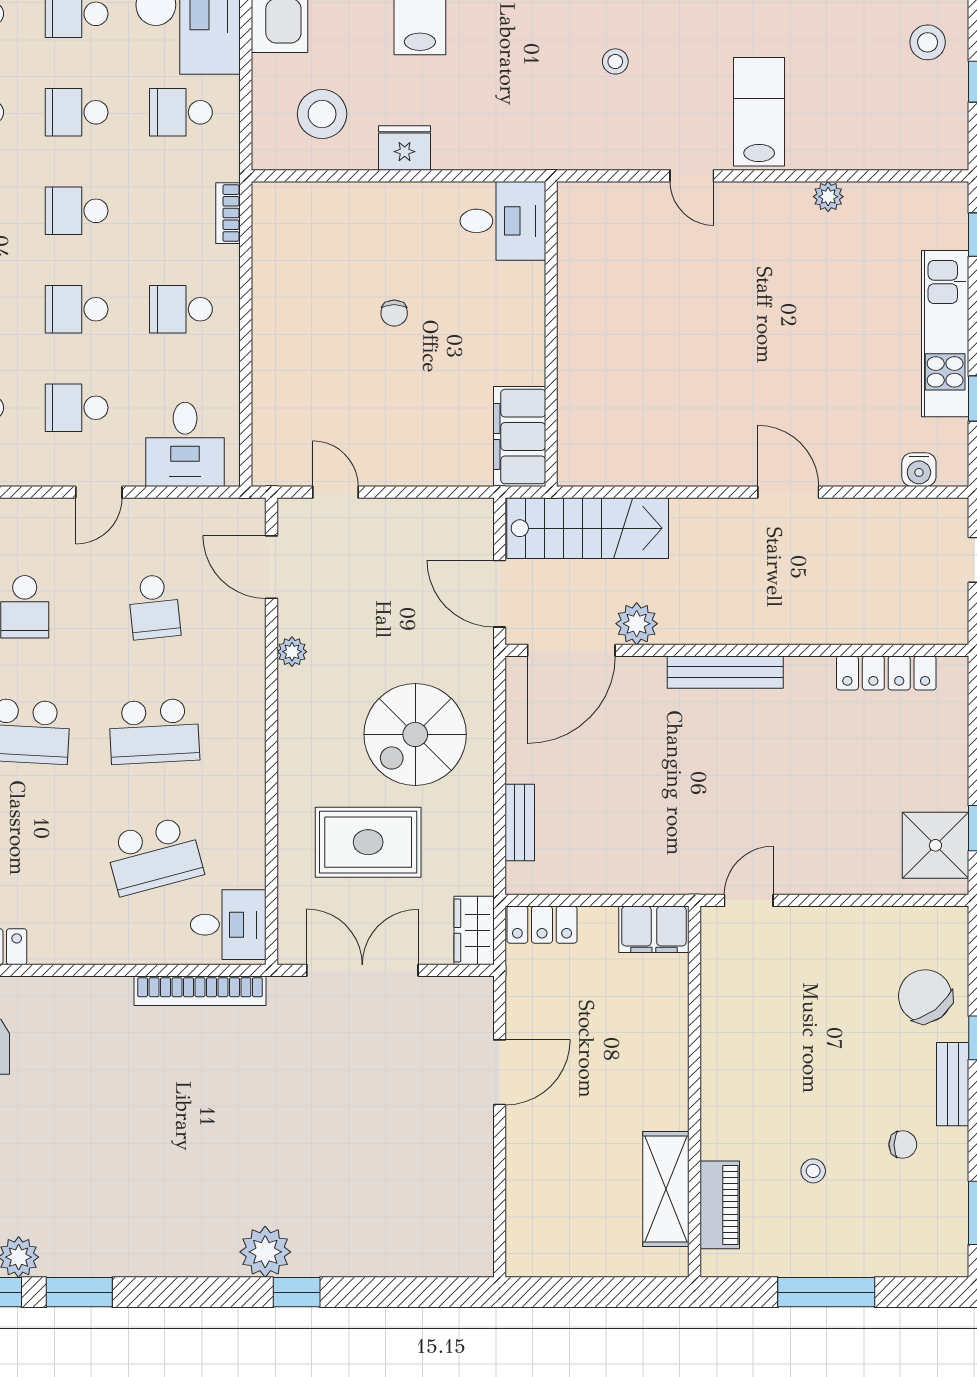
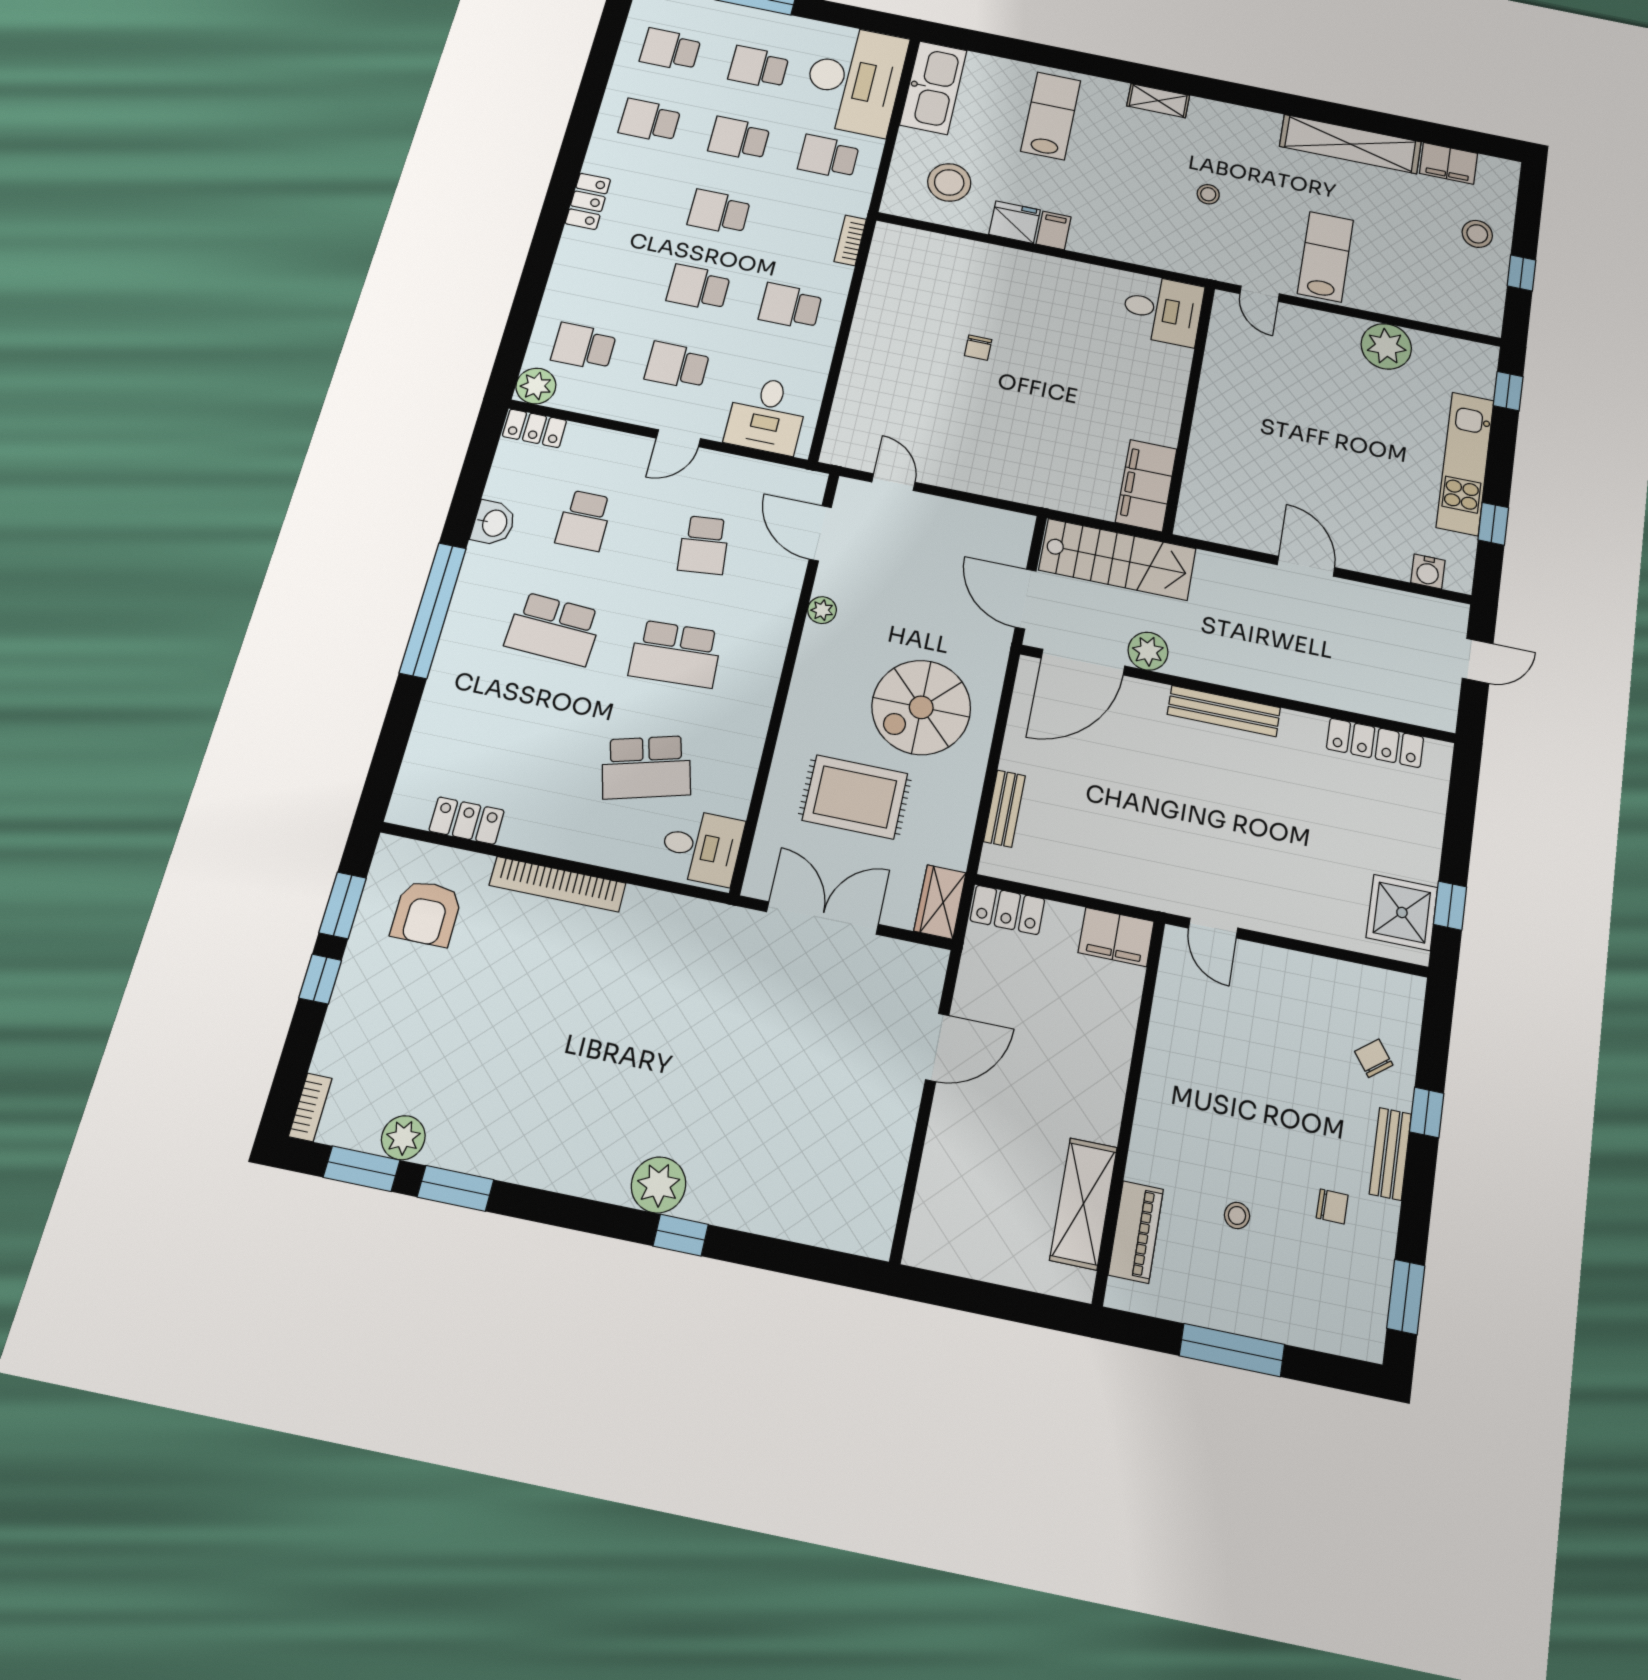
filing cabinet: (450, 148) -> (1054, 230), added
plant: (828, 197) -> (1386, 346), width x1.87, depth x1.87
desk: (503, 221) -> (1163, 310), moved
wall: (551, 334) -> (1189, 408), moved
filing cabinet: (520, 437) -> (1146, 486), moved
door: (749, 900) -> (1213, 928), swing flipped
bookcase: (200, 991) -> (558, 884), moved
chair: (925, 996) -> (1374, 1058), width x0.54, depth x0.54

